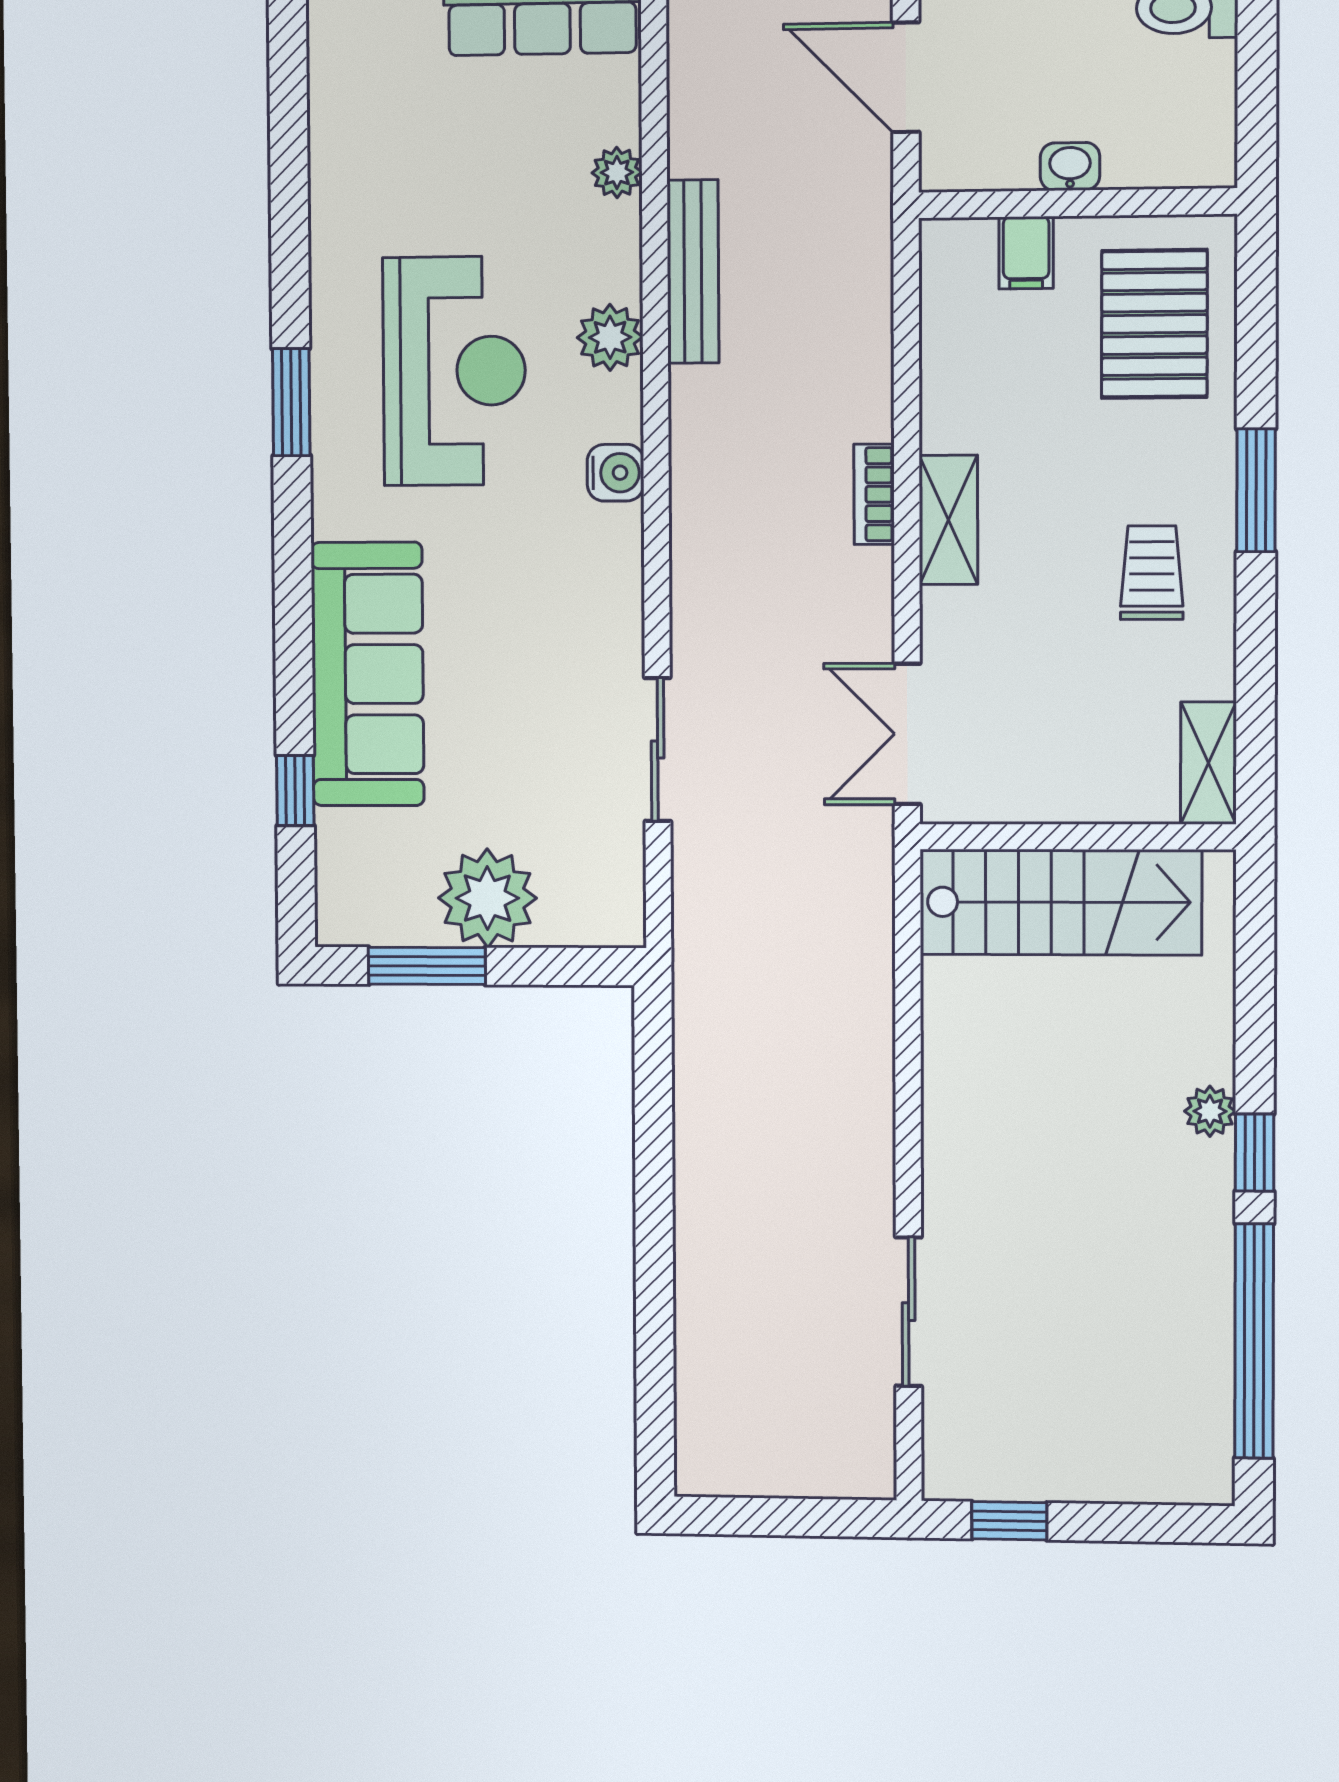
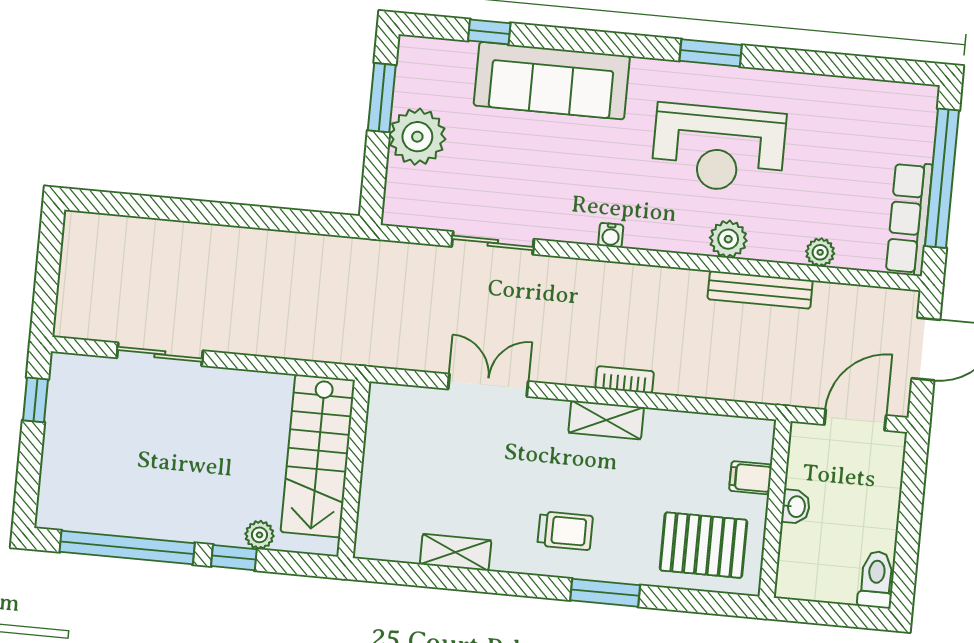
water cooler: (616, 473) -> (611, 235), moved, width x0.72, depth x0.72
wall: (1078, 837) -> (354, 469), moved
stairs: (1061, 902) -> (318, 456), moved

